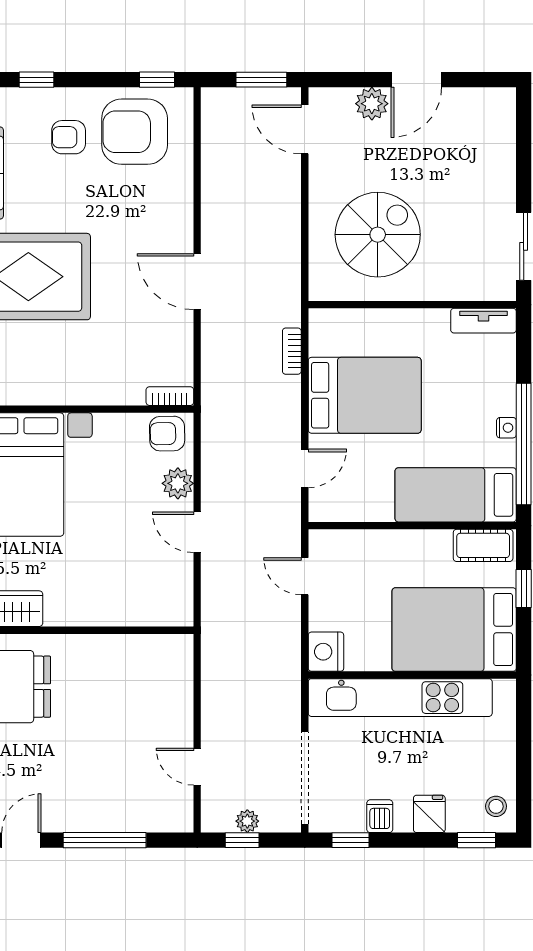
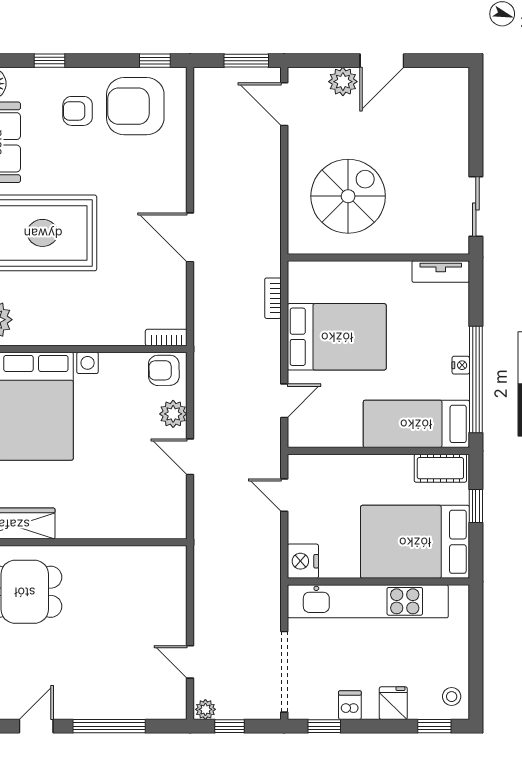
plant: (247, 821) -> (205, 709), moved

